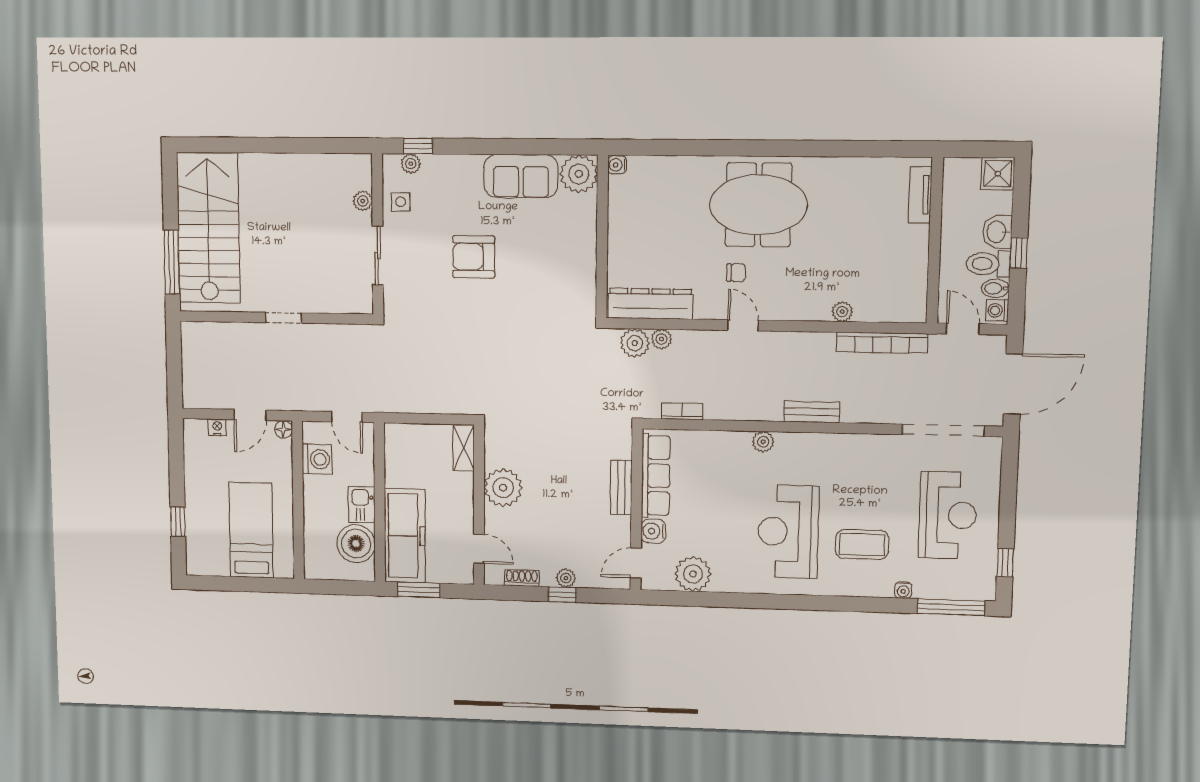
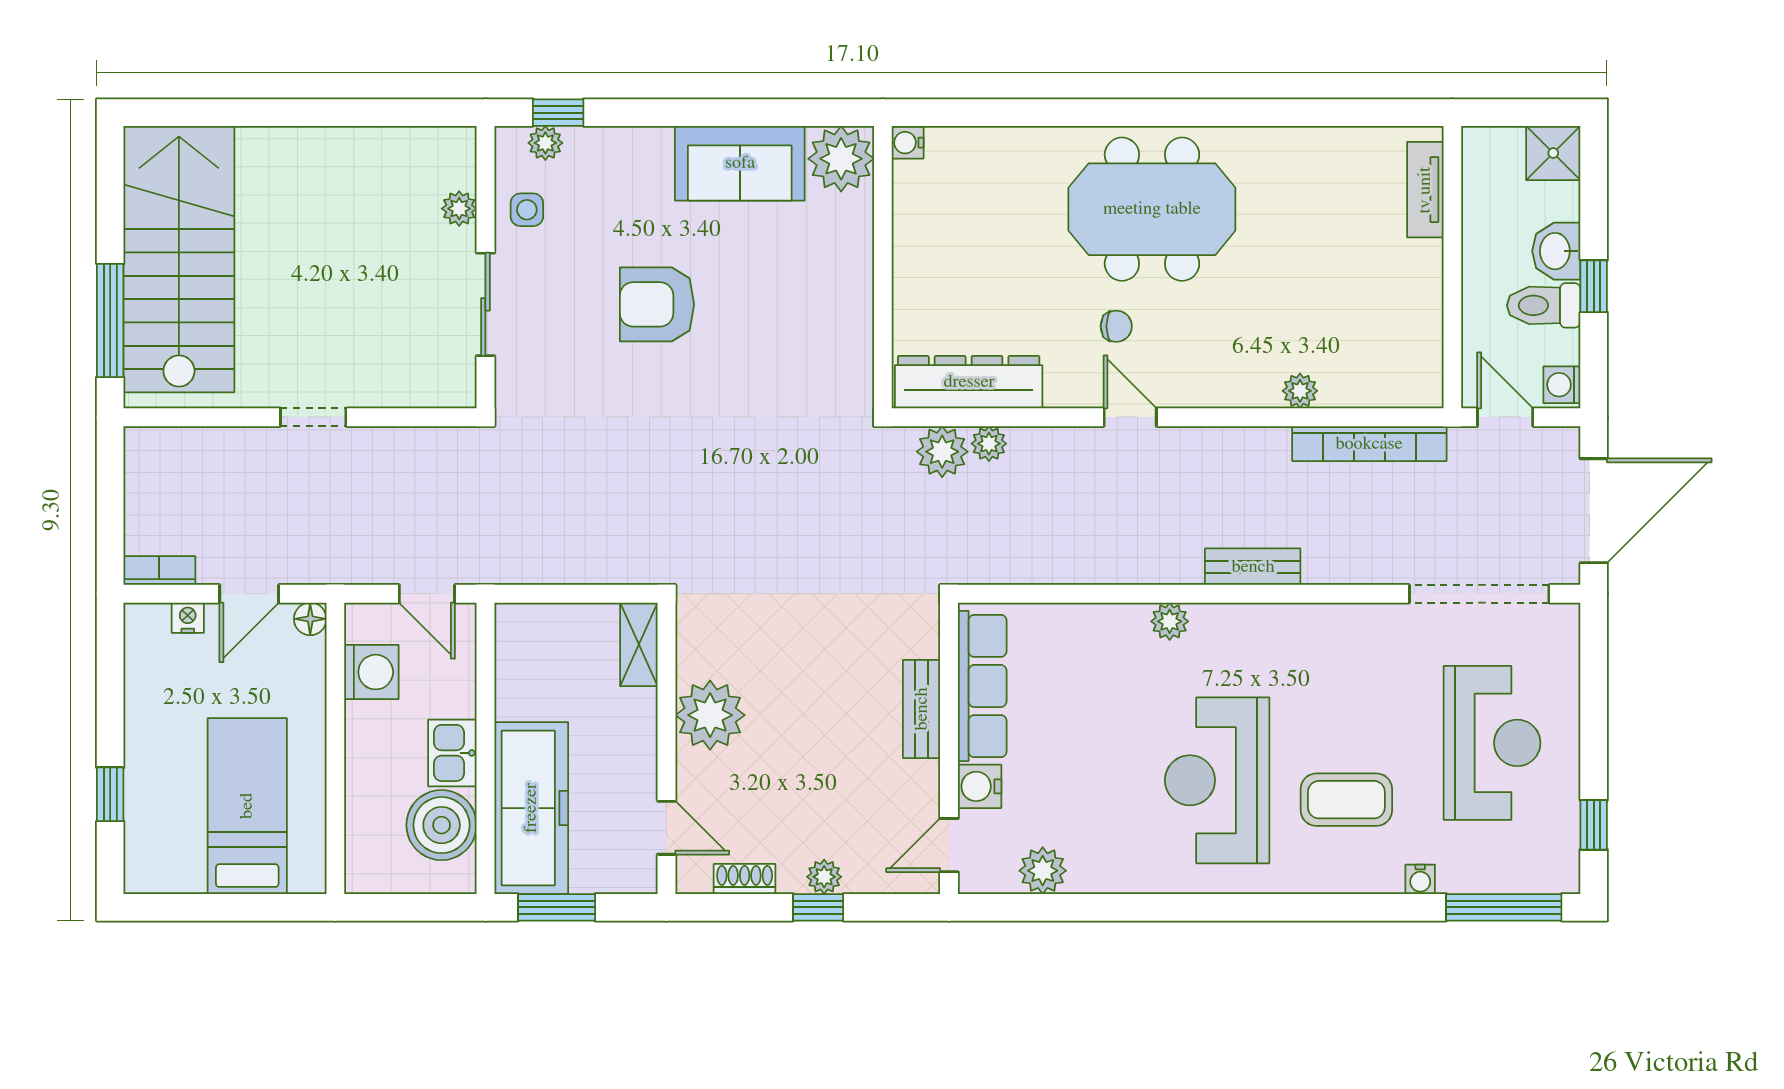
bidet: (995, 288) -> (1557, 347), removed
bookcase: (682, 411) -> (159, 571), moved
plant: (693, 574) -> (1043, 871), width x0.73, depth x0.73

